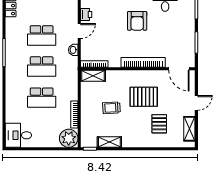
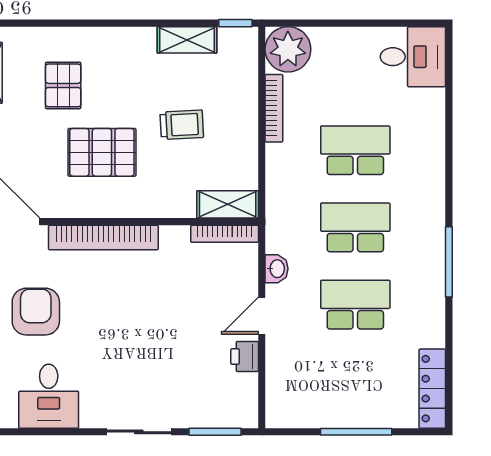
armchair: (137, 21) -> (36, 312), moved

